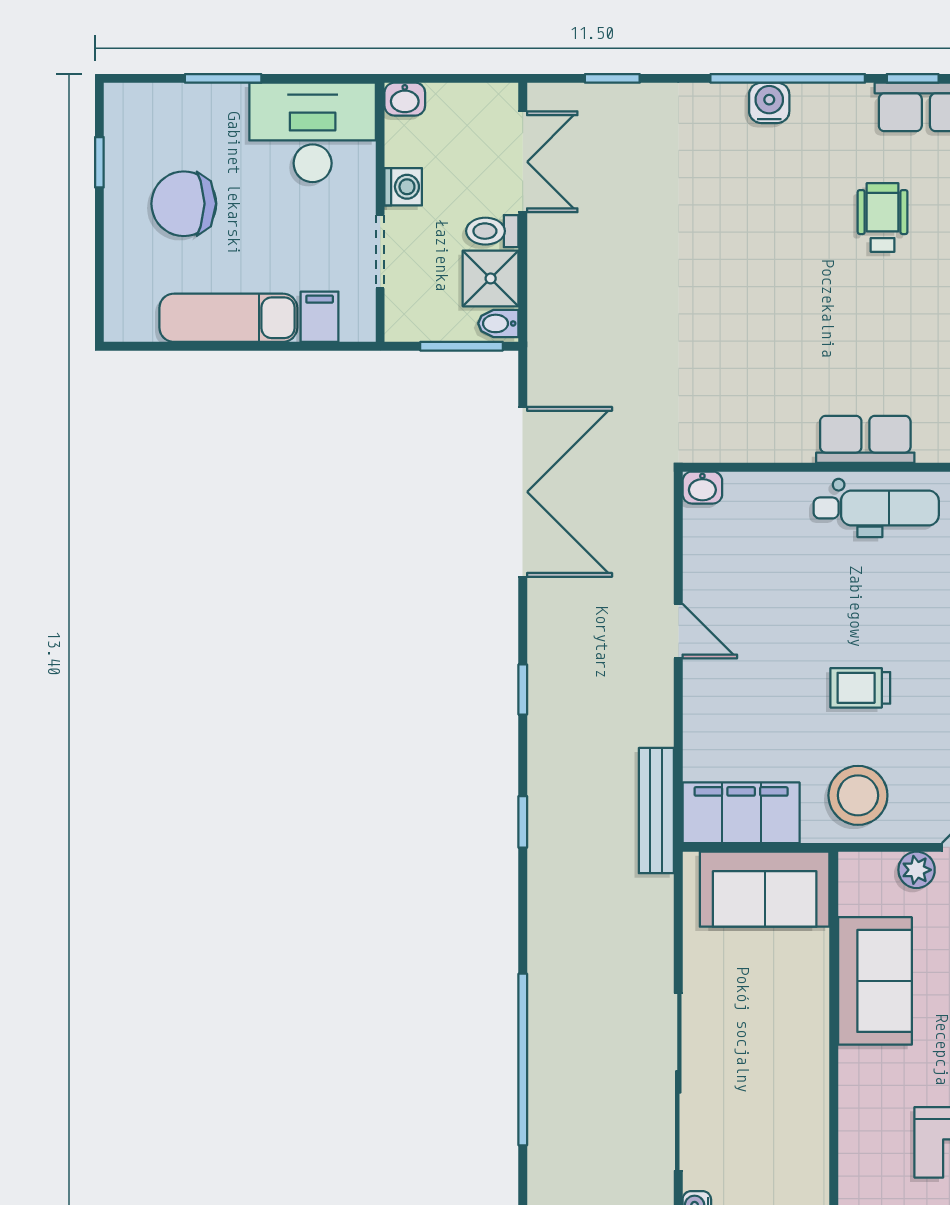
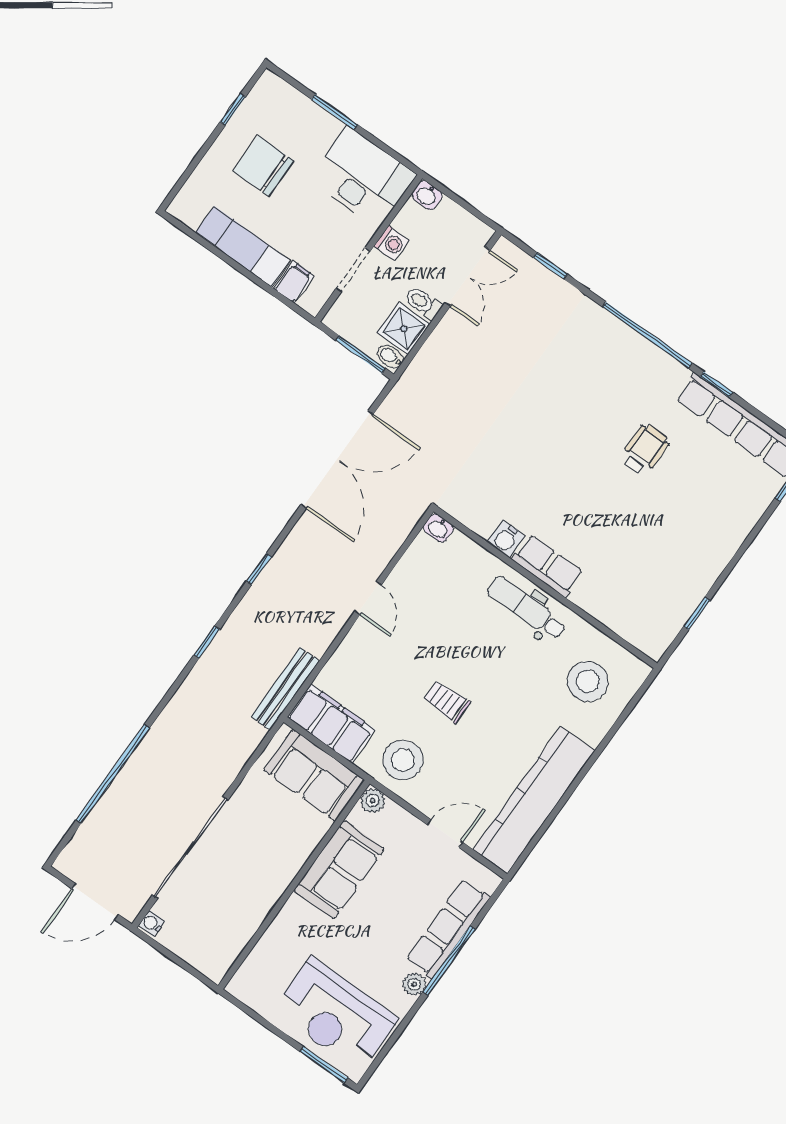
water cooler: (769, 103) -> (506, 539), moved, turned 180
dental chair: (876, 508) -> (527, 608), turned 180
plant: (917, 870) -> (373, 801), moved

